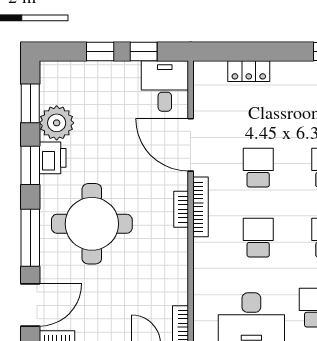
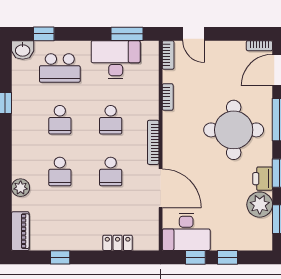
desk: (165, 86) -> (186, 232), width x1.37
bookcase: (181, 209) -> (168, 97), moved

